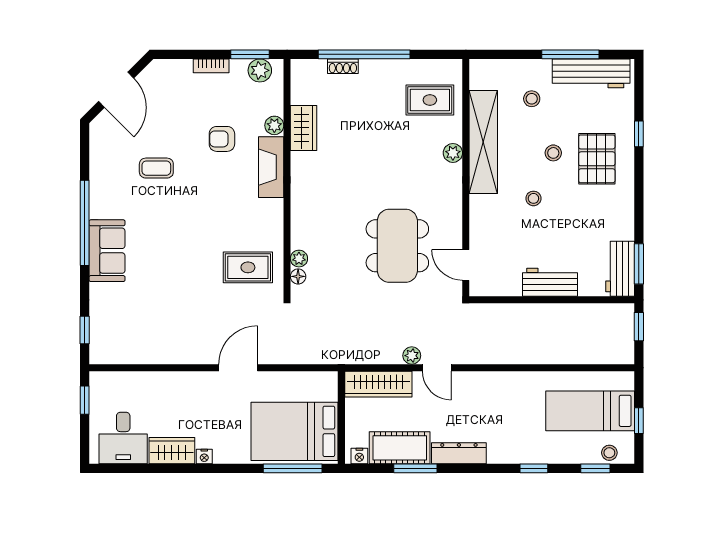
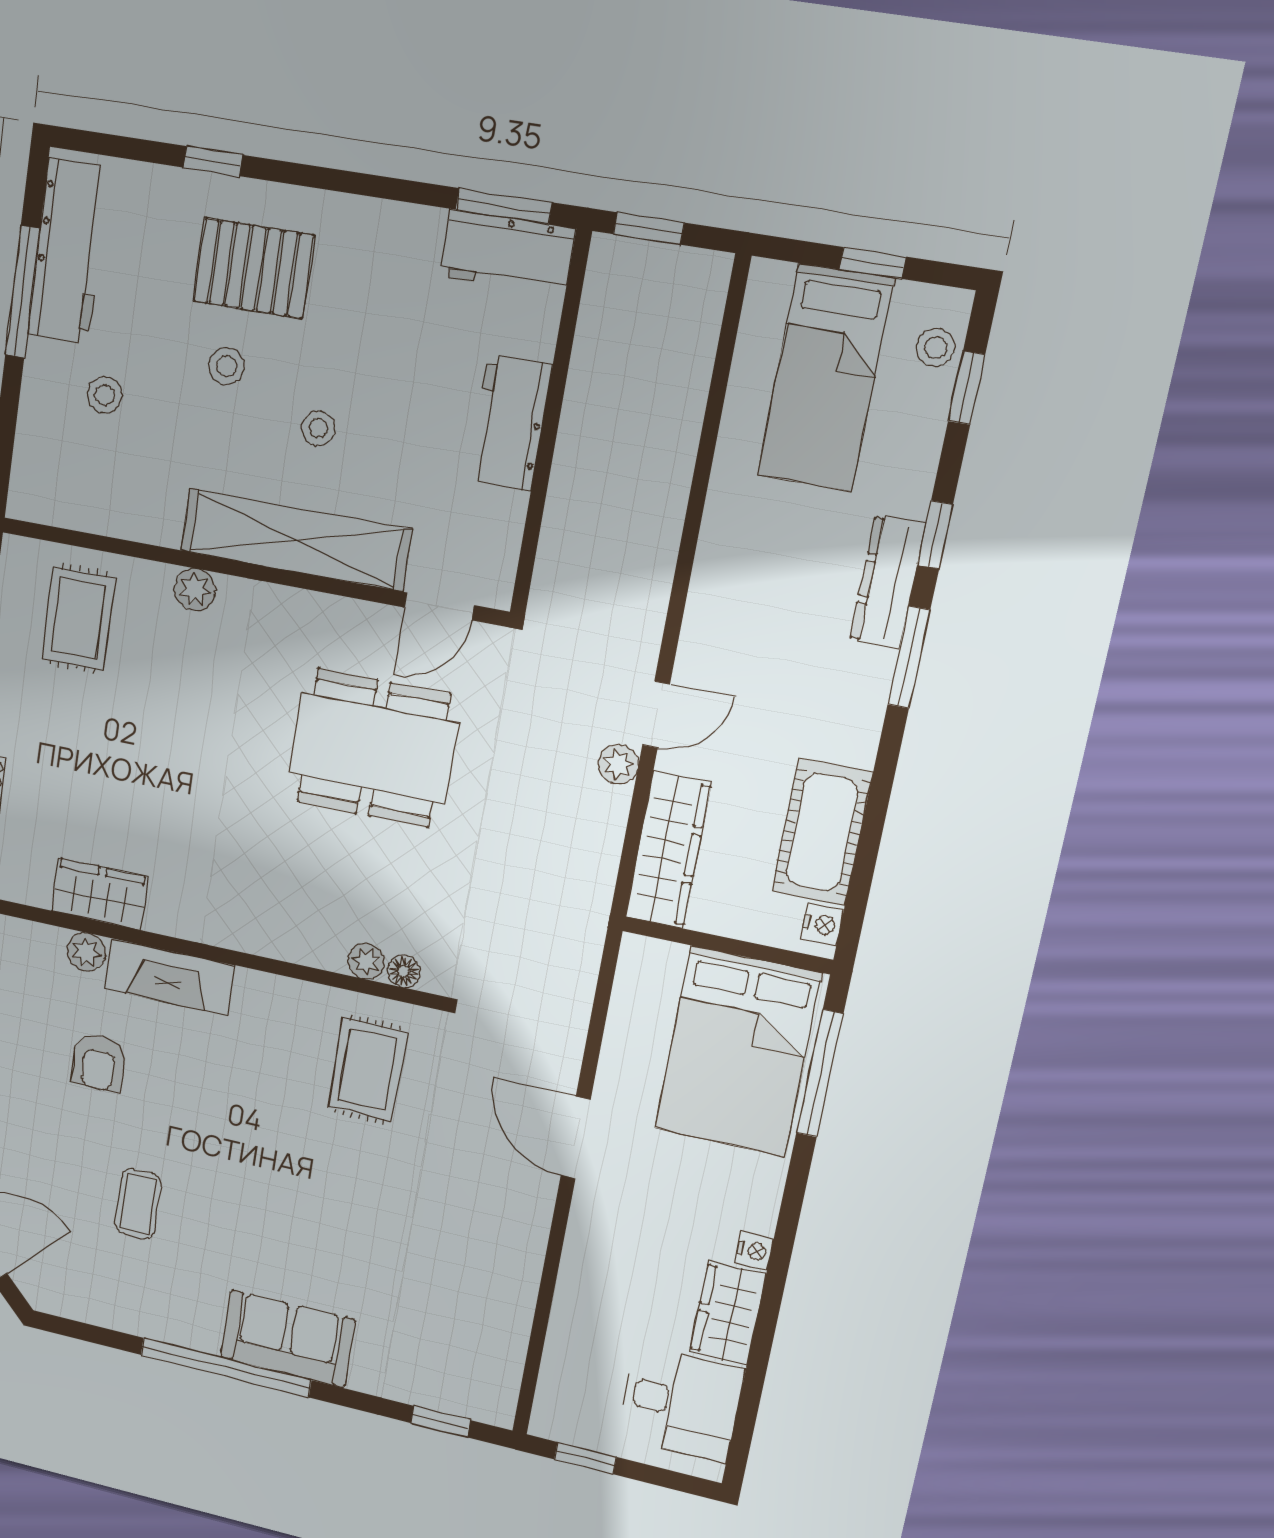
shelving: (483, 142) -> (296, 540), moved
dresser: (459, 453) -> (888, 582), moved
window: (415, 468) -> (909, 657), moved

